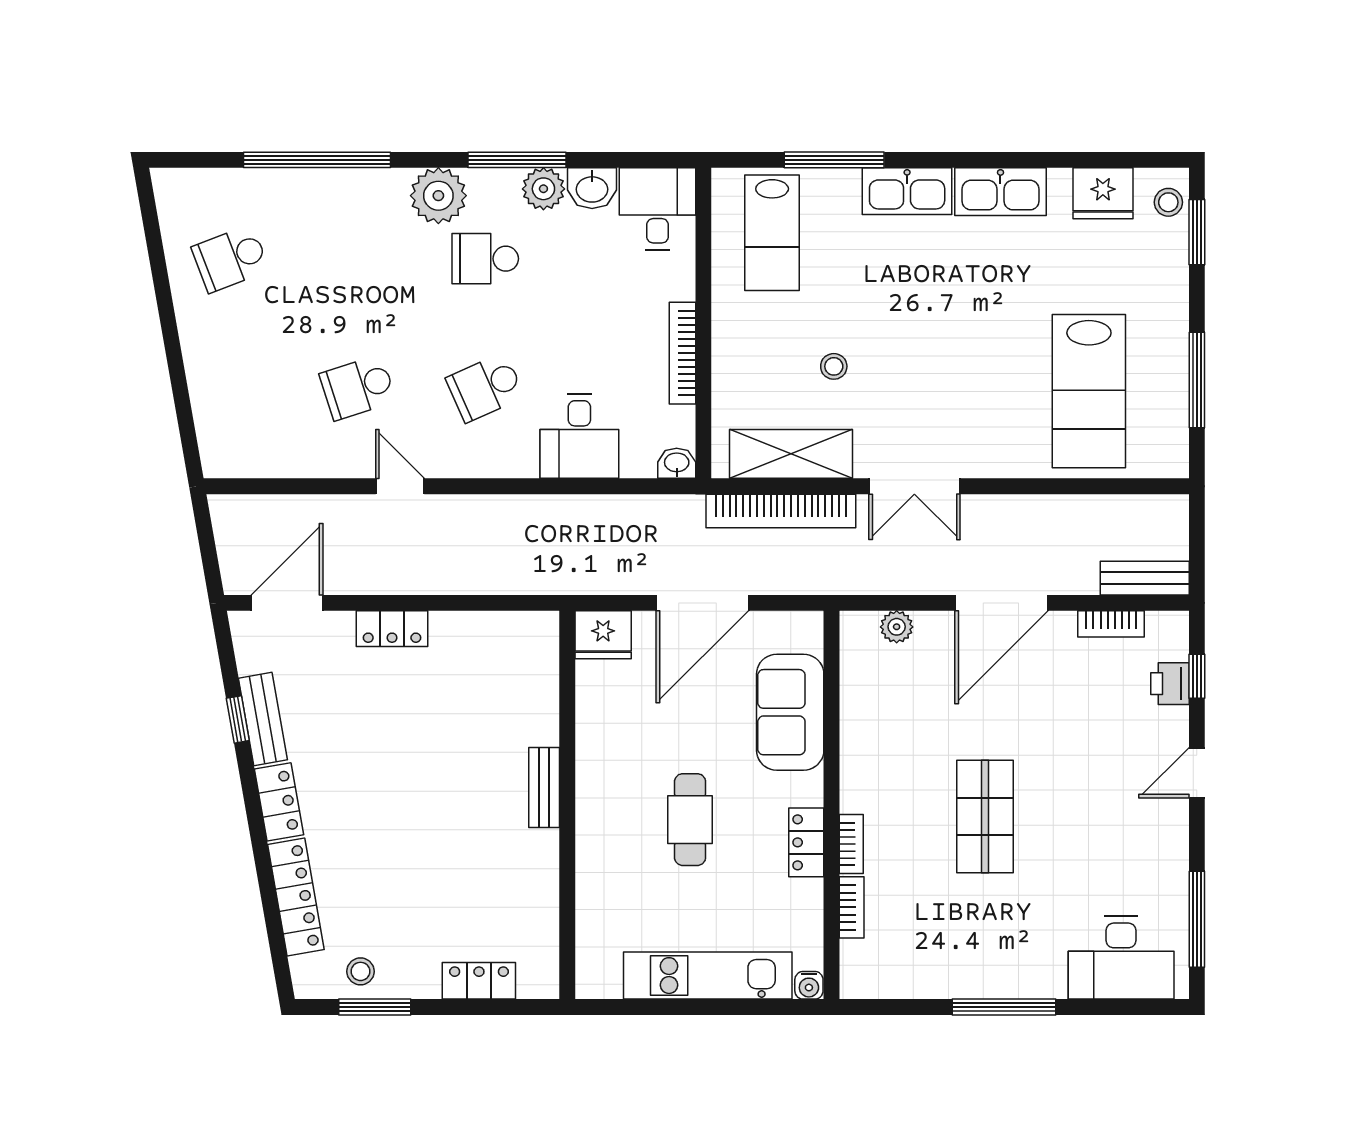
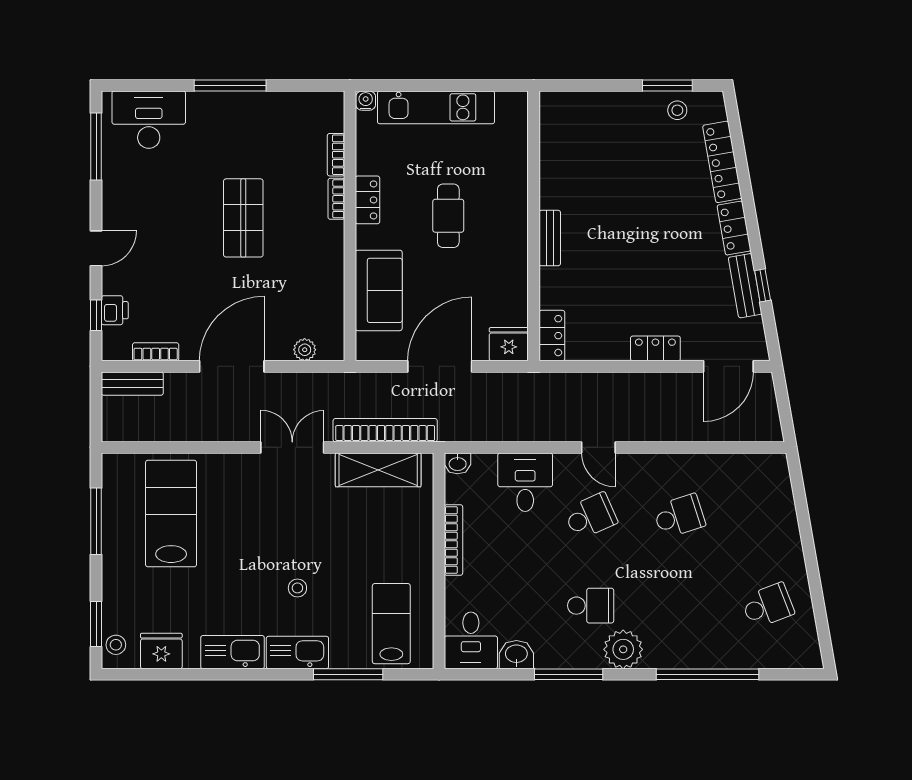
plant: (543, 189) -> (550, 654), removed
stool: (834, 366) -> (297, 588), moved
door: (400, 486) -> (598, 447), moved
locker: (479, 981) -> (552, 336), moved, turned -90

